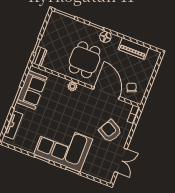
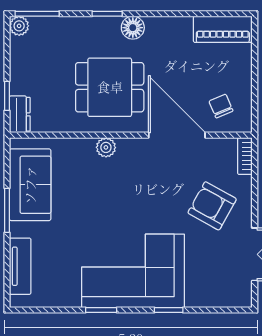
plant: (54, 16) -> (19, 26), added
piano: (133, 49) -> (223, 29), moved
dining table: (85, 60) -> (110, 87), turned 90

